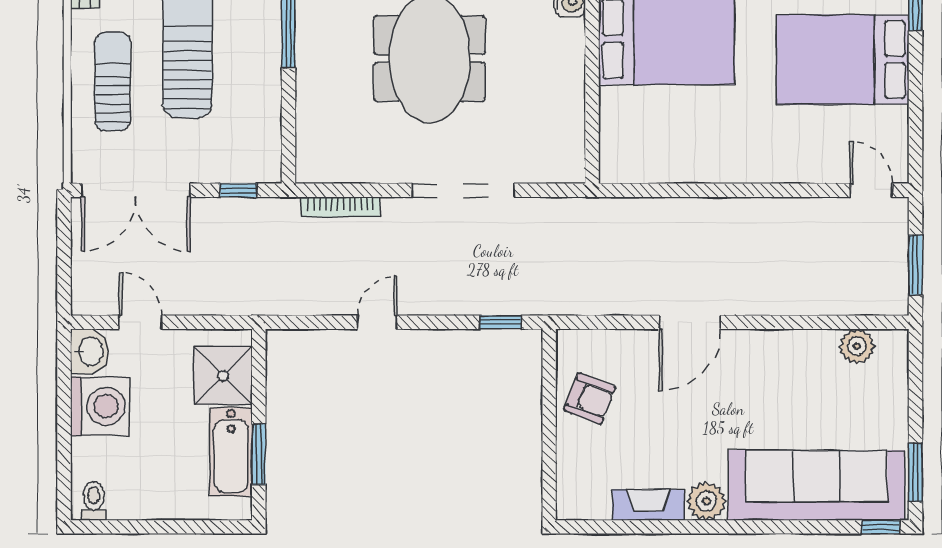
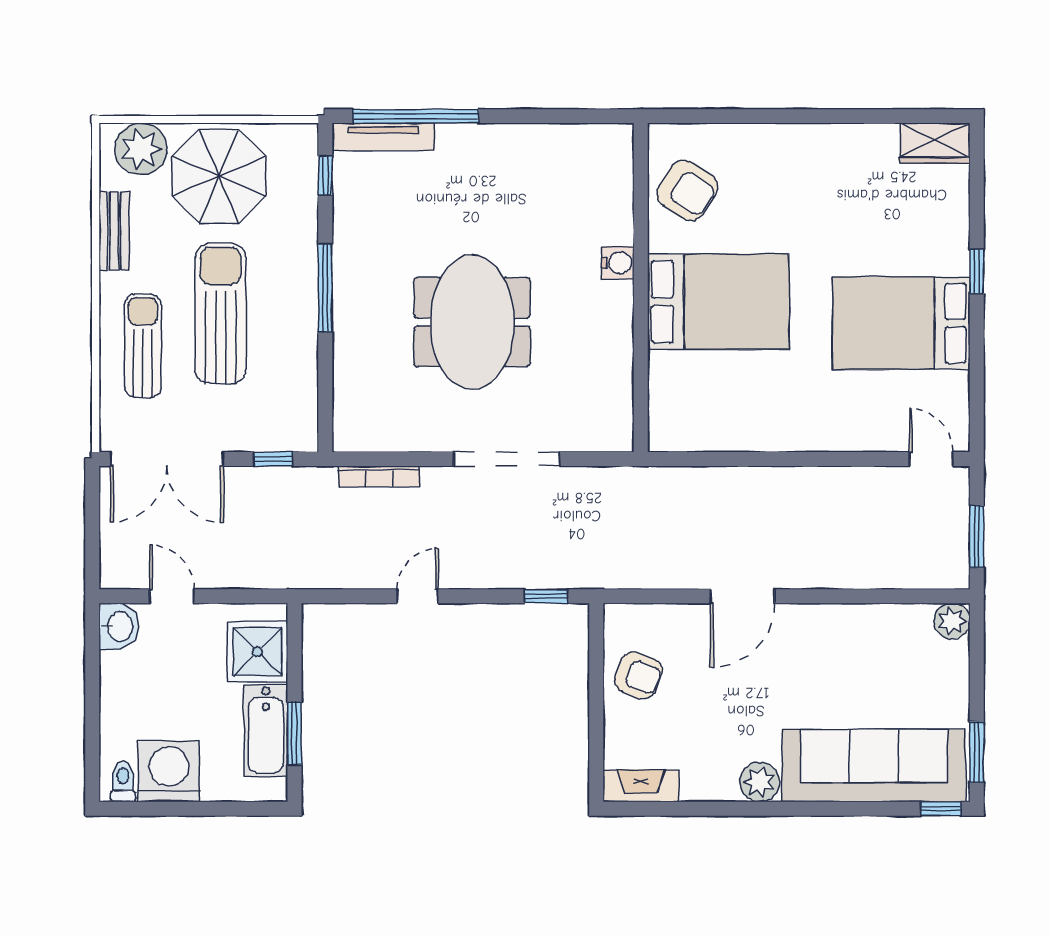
plant: (857, 346) -> (952, 621), moved
washing machine: (100, 406) -> (169, 771), moved, turned -90
fireplace: (648, 505) -> (641, 786), moved

